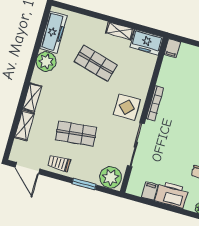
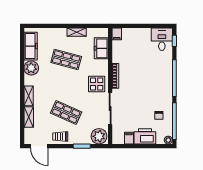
freezer: (147, 42) -> (101, 48), moved, turned 90
shop shelf: (76, 134) -> (66, 112), turned 30

